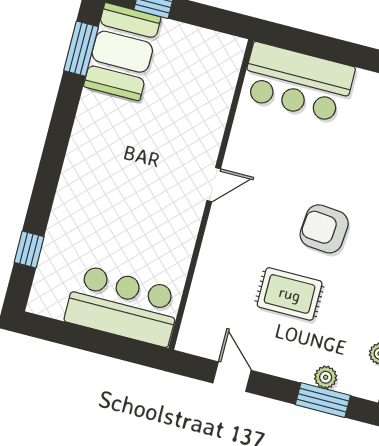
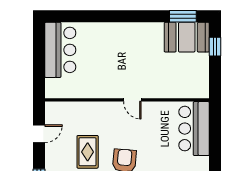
window: (29, 250) -> (76, 16), removed
bar counter: (123, 306) -> (60, 50), moved

